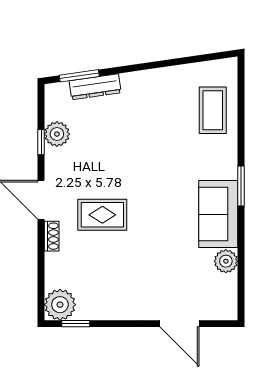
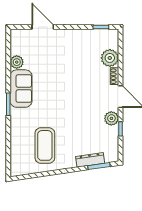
coffee table: (213, 110) -> (45, 145), moved, width x1.36, depth x1.32
plant: (57, 134) -> (111, 118), moved
rug: (102, 215) -> (86, 88), removed
plant: (60, 305) -> (110, 58), moved

